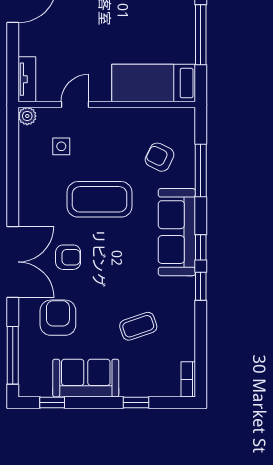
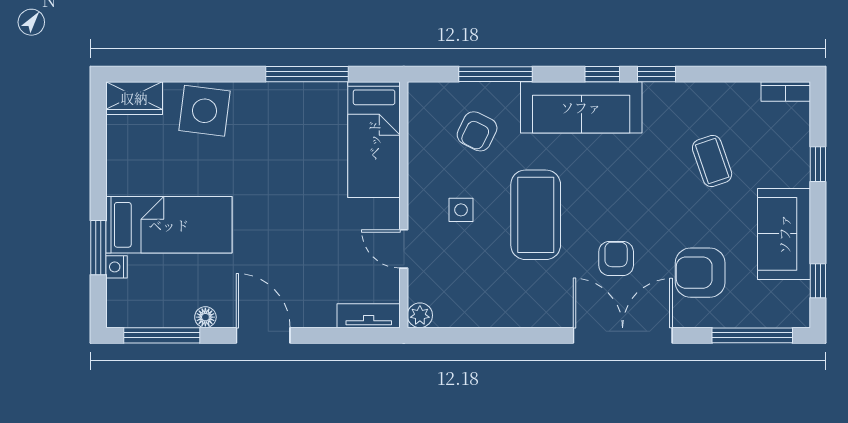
side table: (61, 146) -> (461, 210), moved

